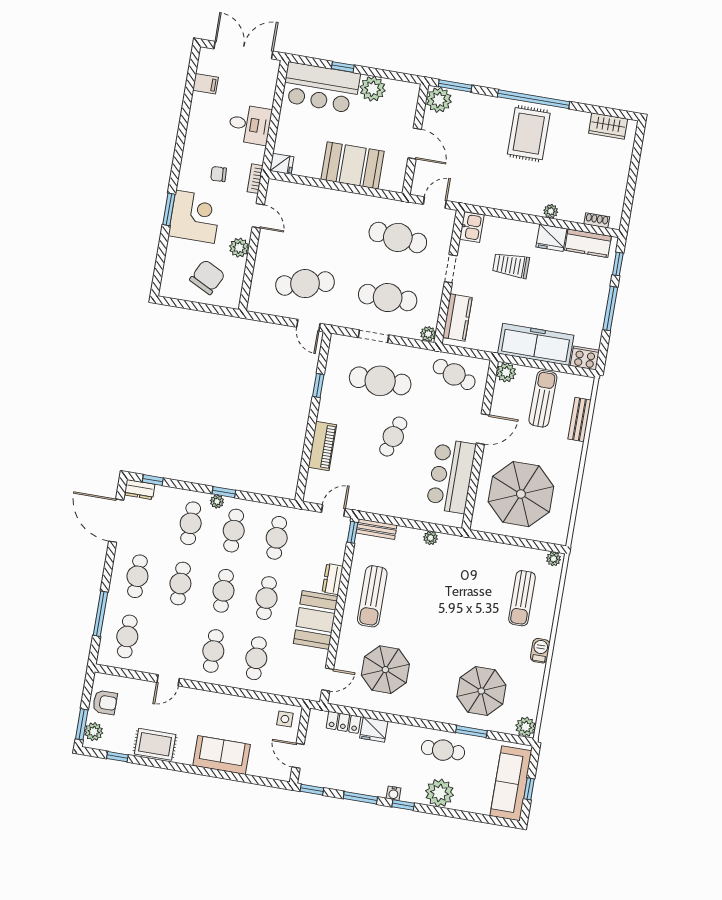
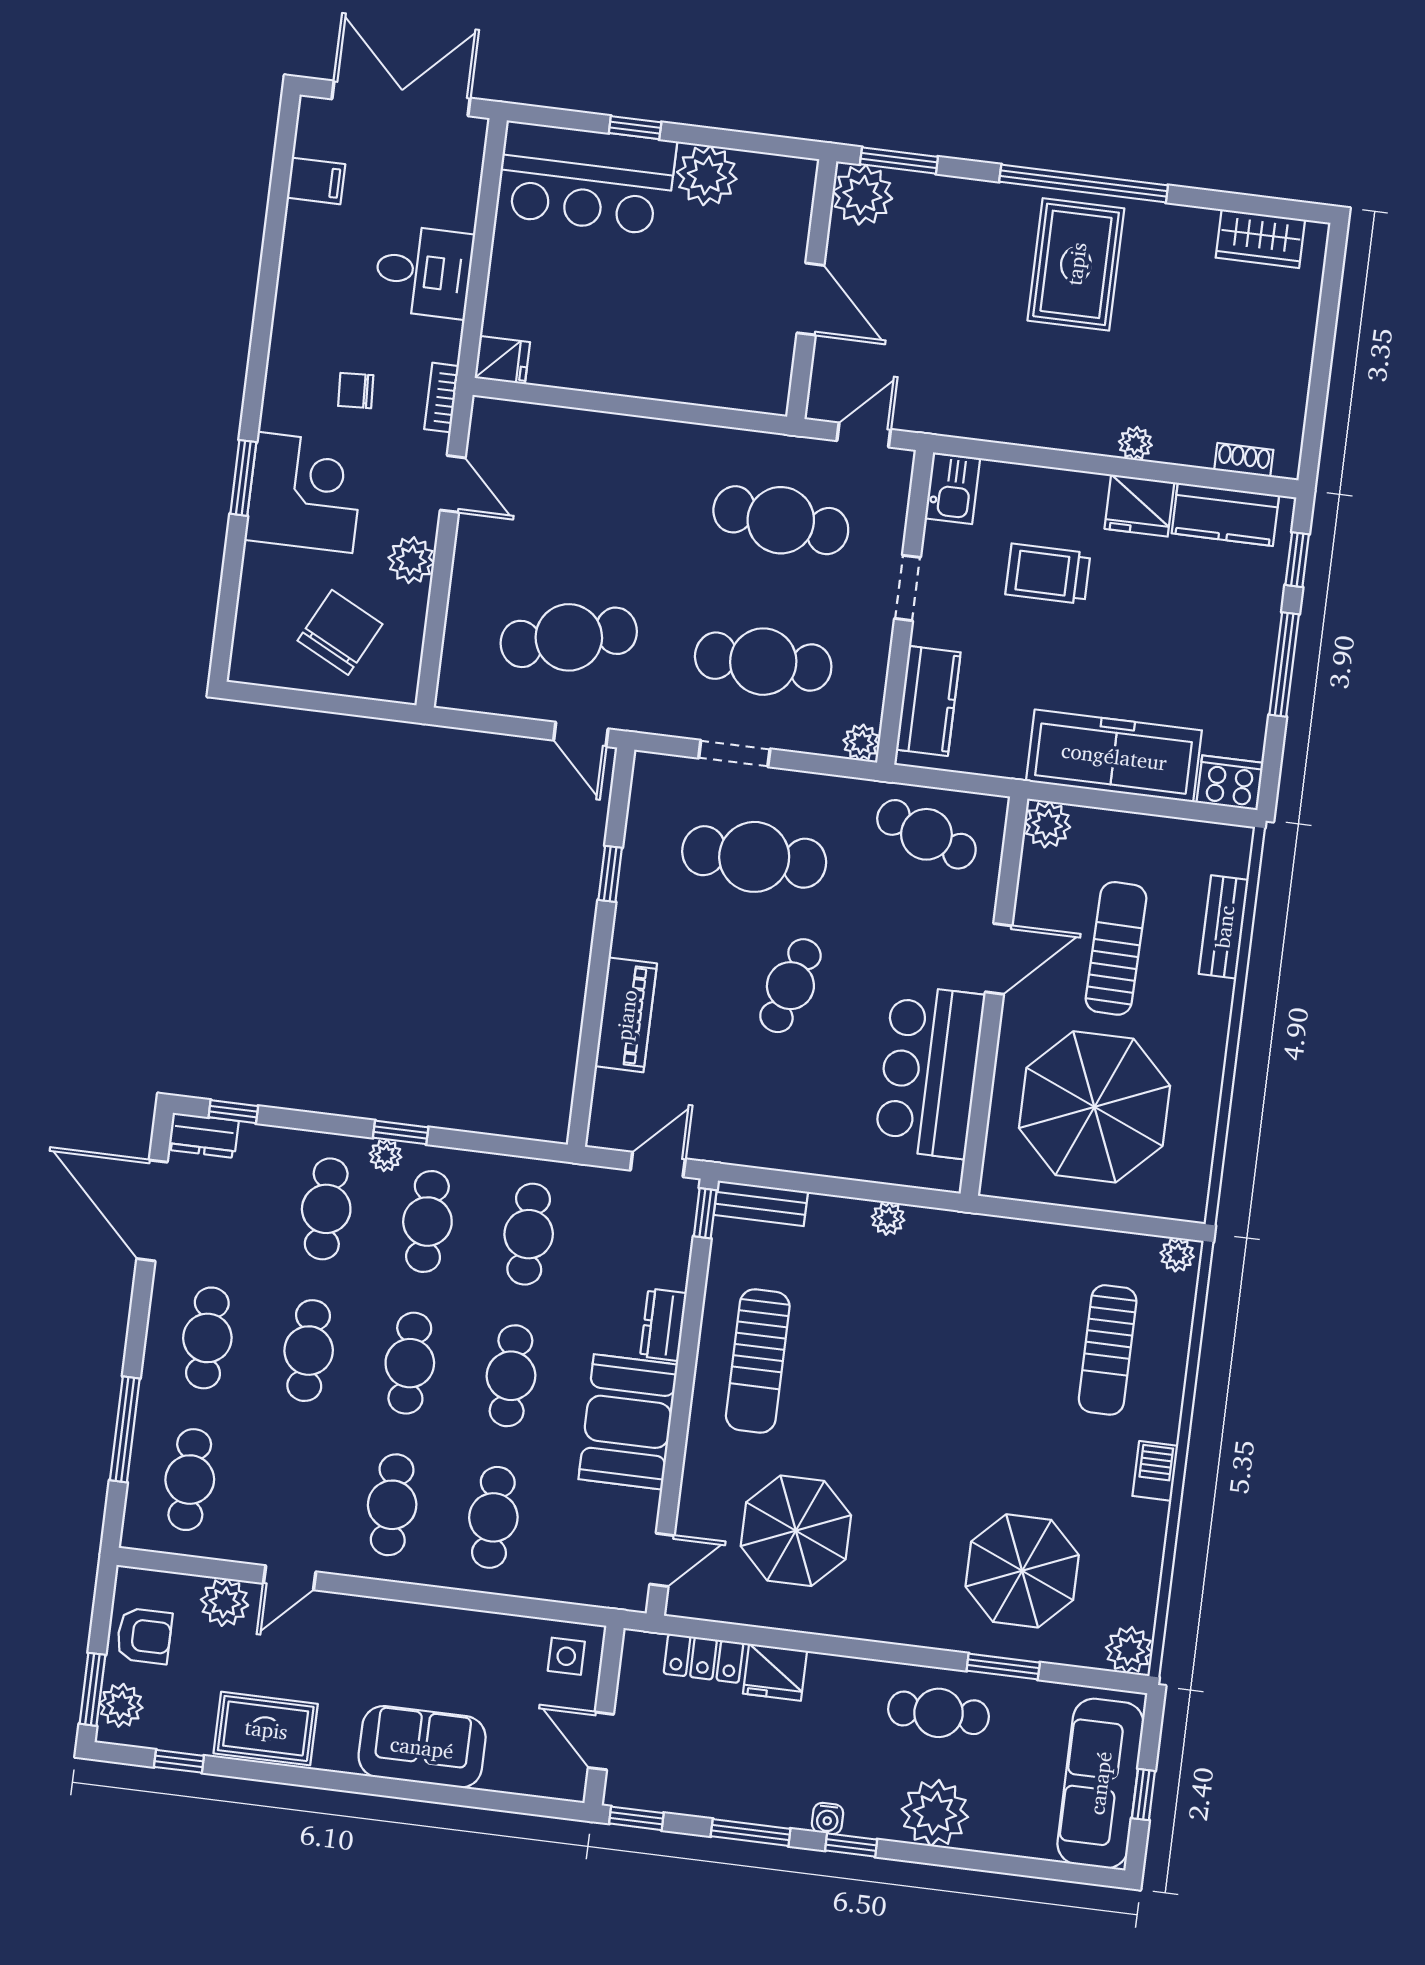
booth: (353, 165) -> (668, 357), removed
sun lounger: (543, 399) -> (1116, 948), moved
plant: (140, 690) -> (225, 1602), added

